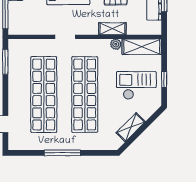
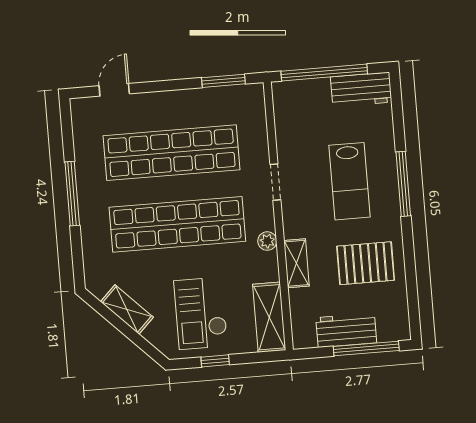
plant: (116, 44) -> (267, 241), moved
checkout: (136, 85) -> (201, 313), turned 180

